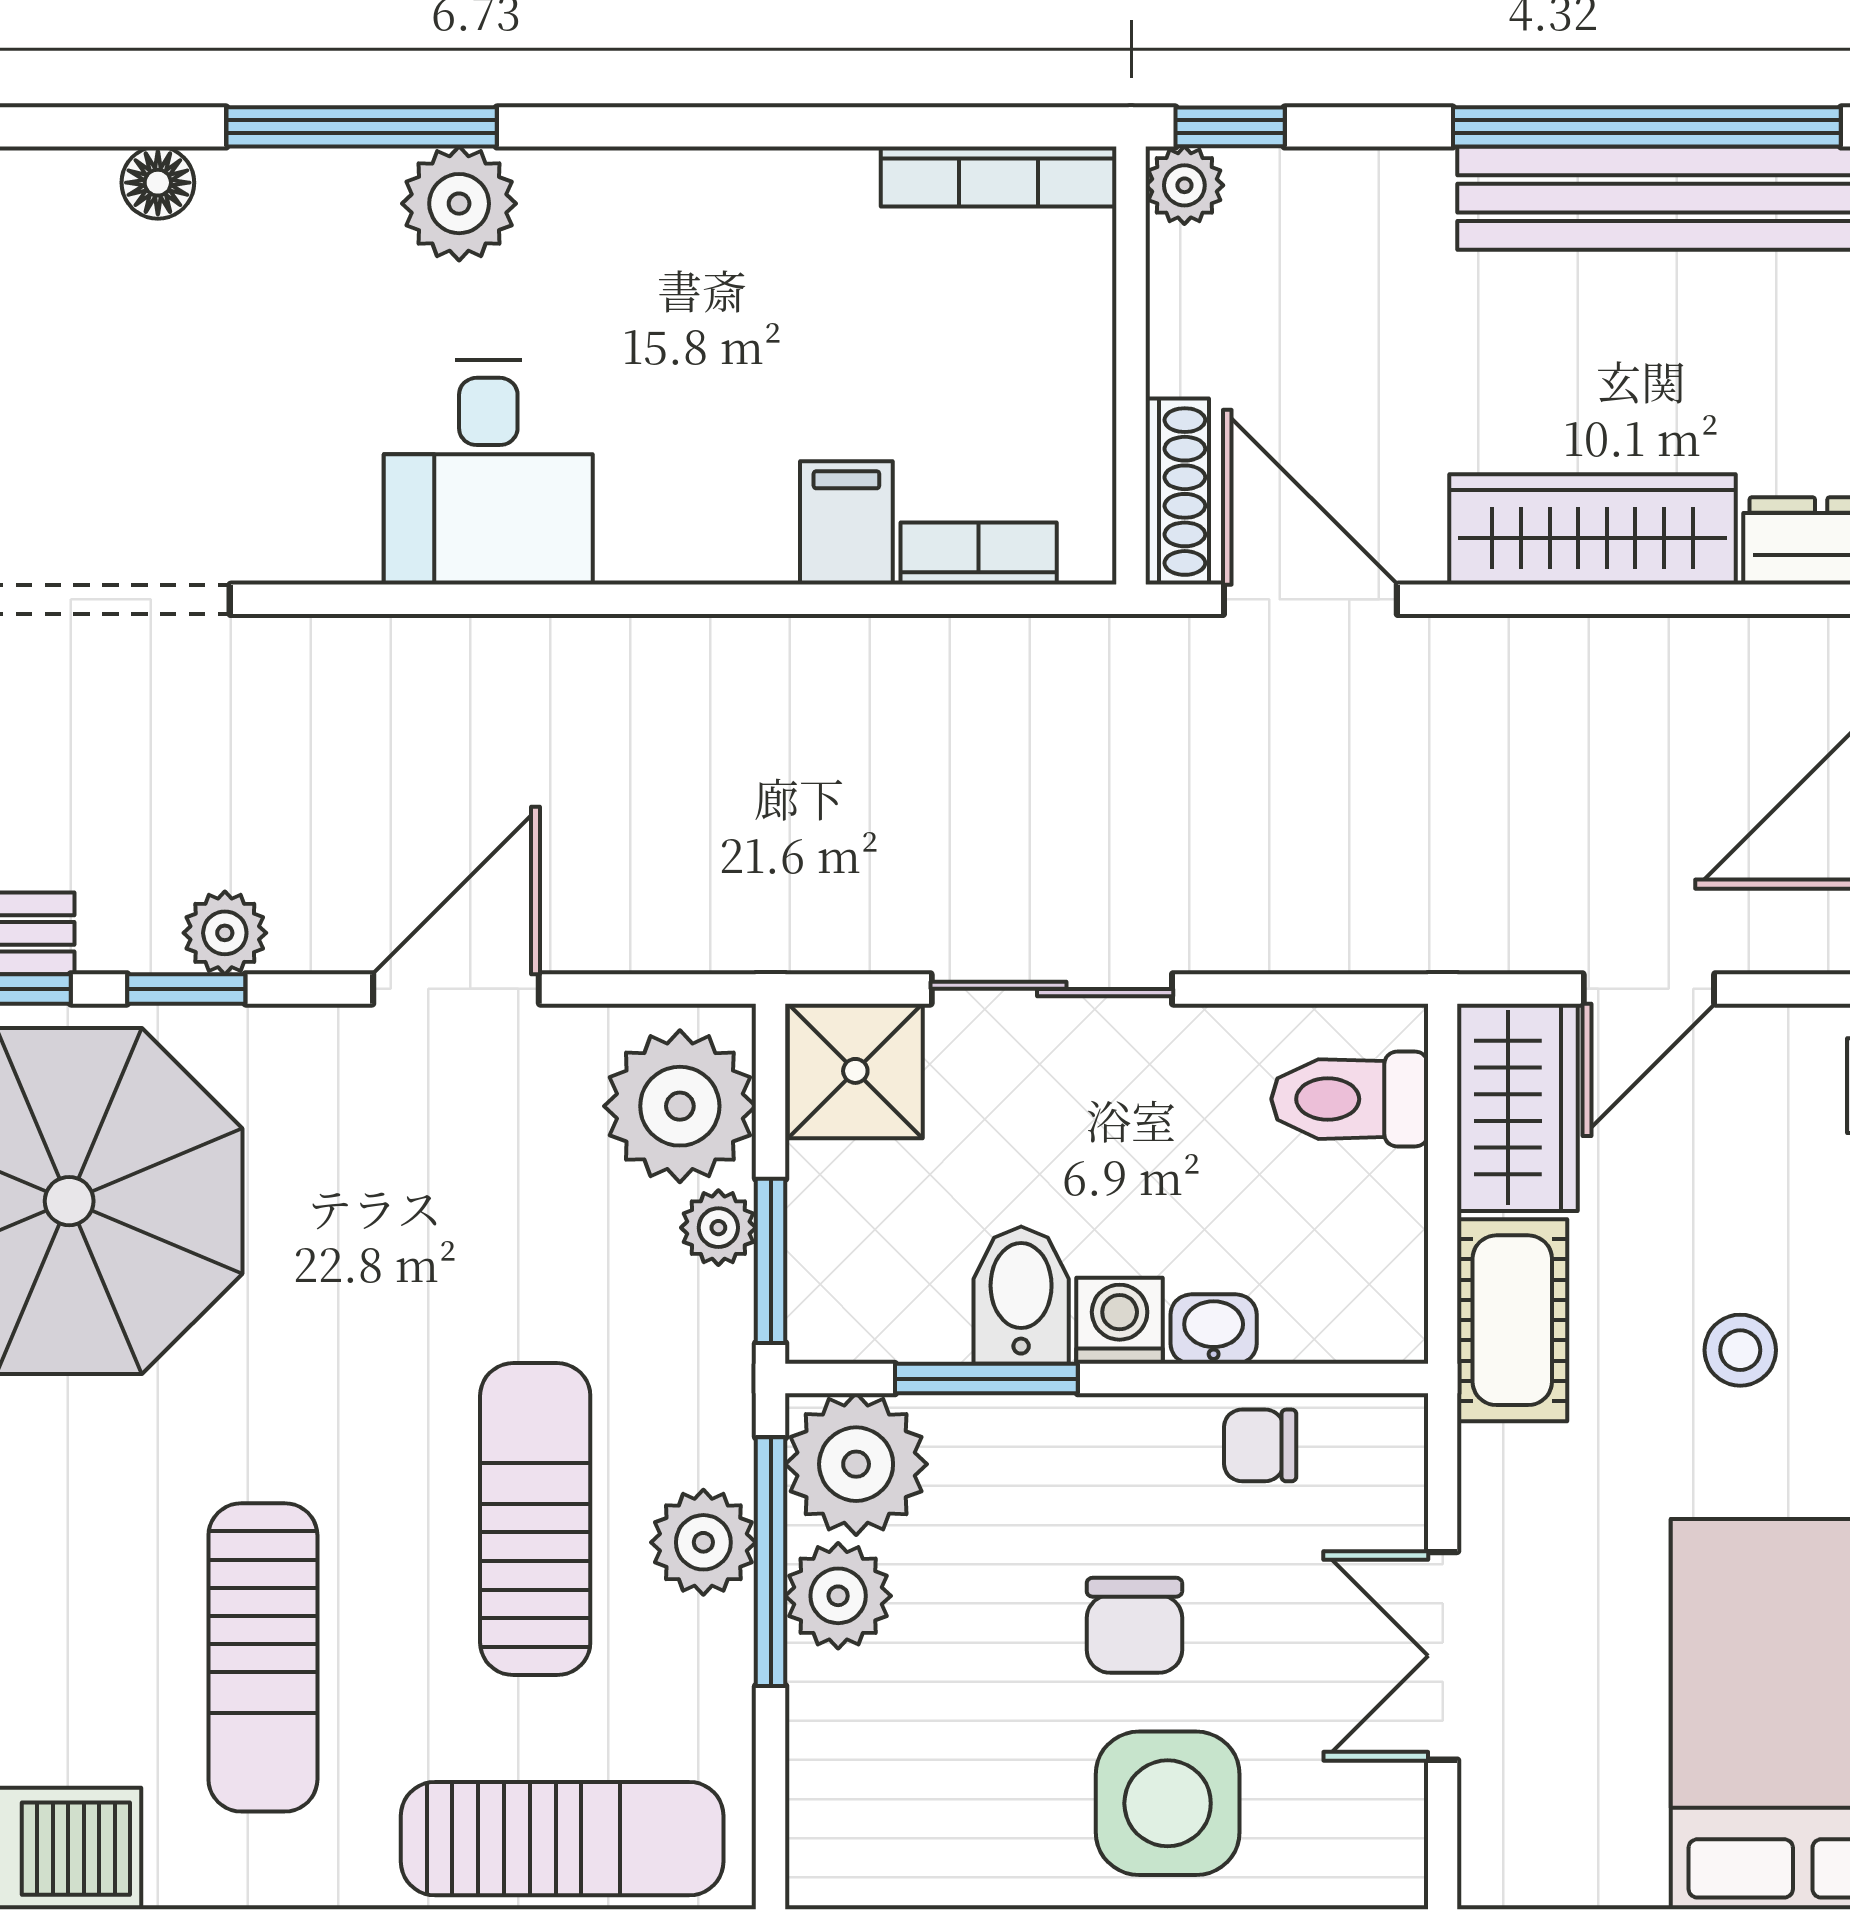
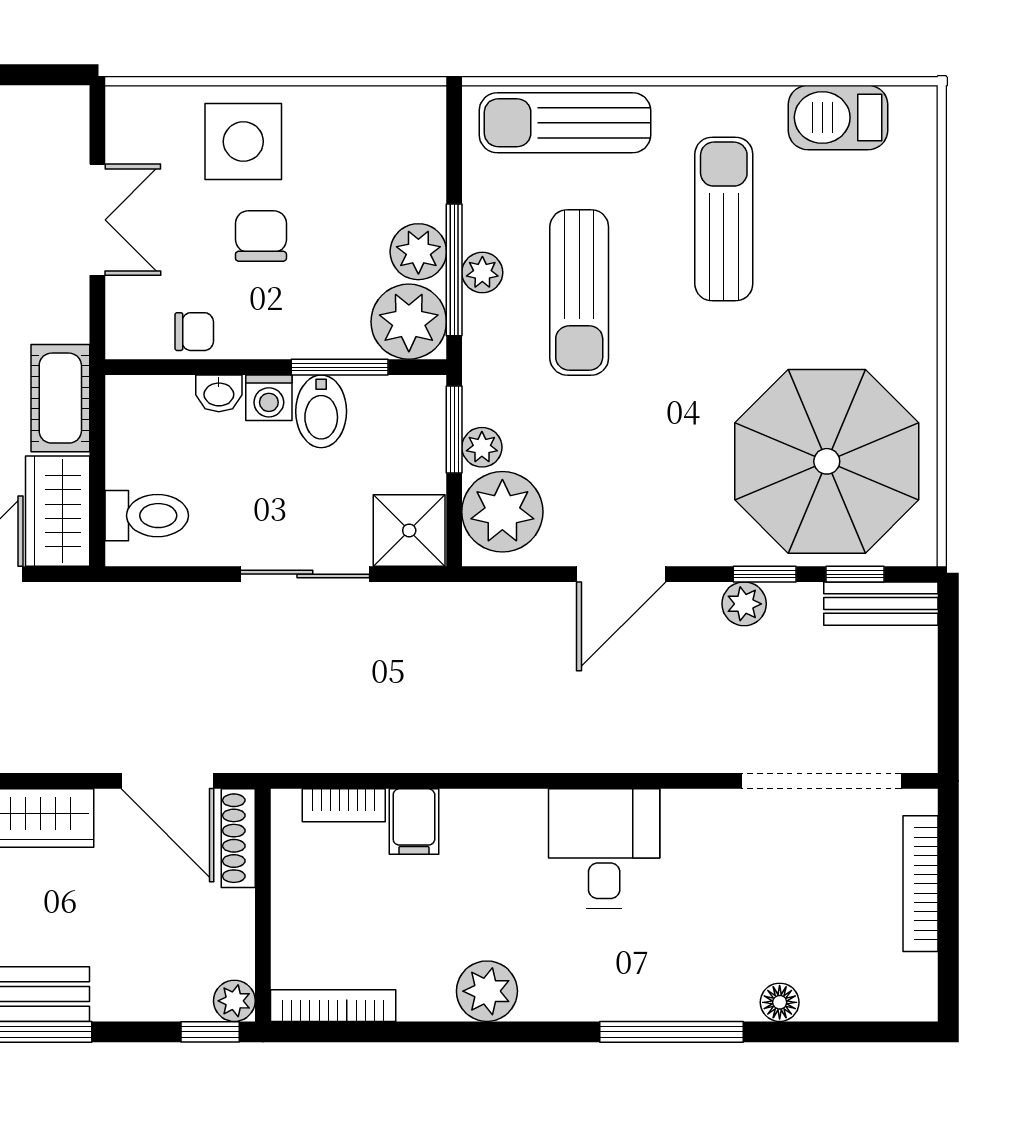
plant: (459, 204) -> (487, 991), moved
plant: (703, 1542) -> (482, 273), width x0.73, depth x0.73

